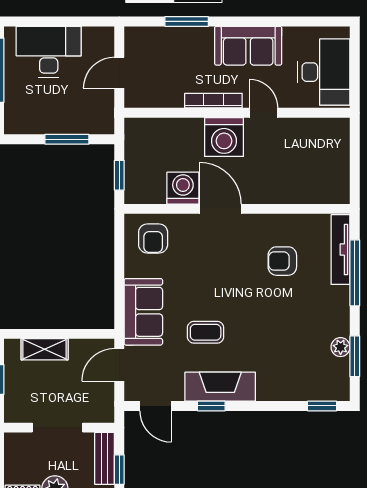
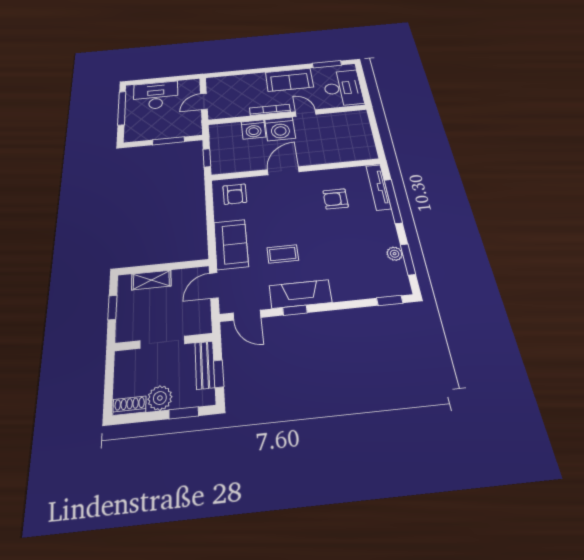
window: (187, 21) -> (327, 64), moved
washing machine: (183, 188) -> (253, 129), moved, turned 180
door: (220, 209) -> (283, 171), hinge flipped

